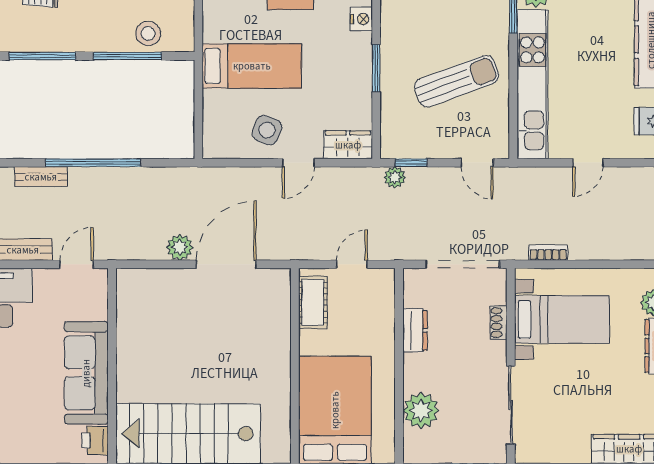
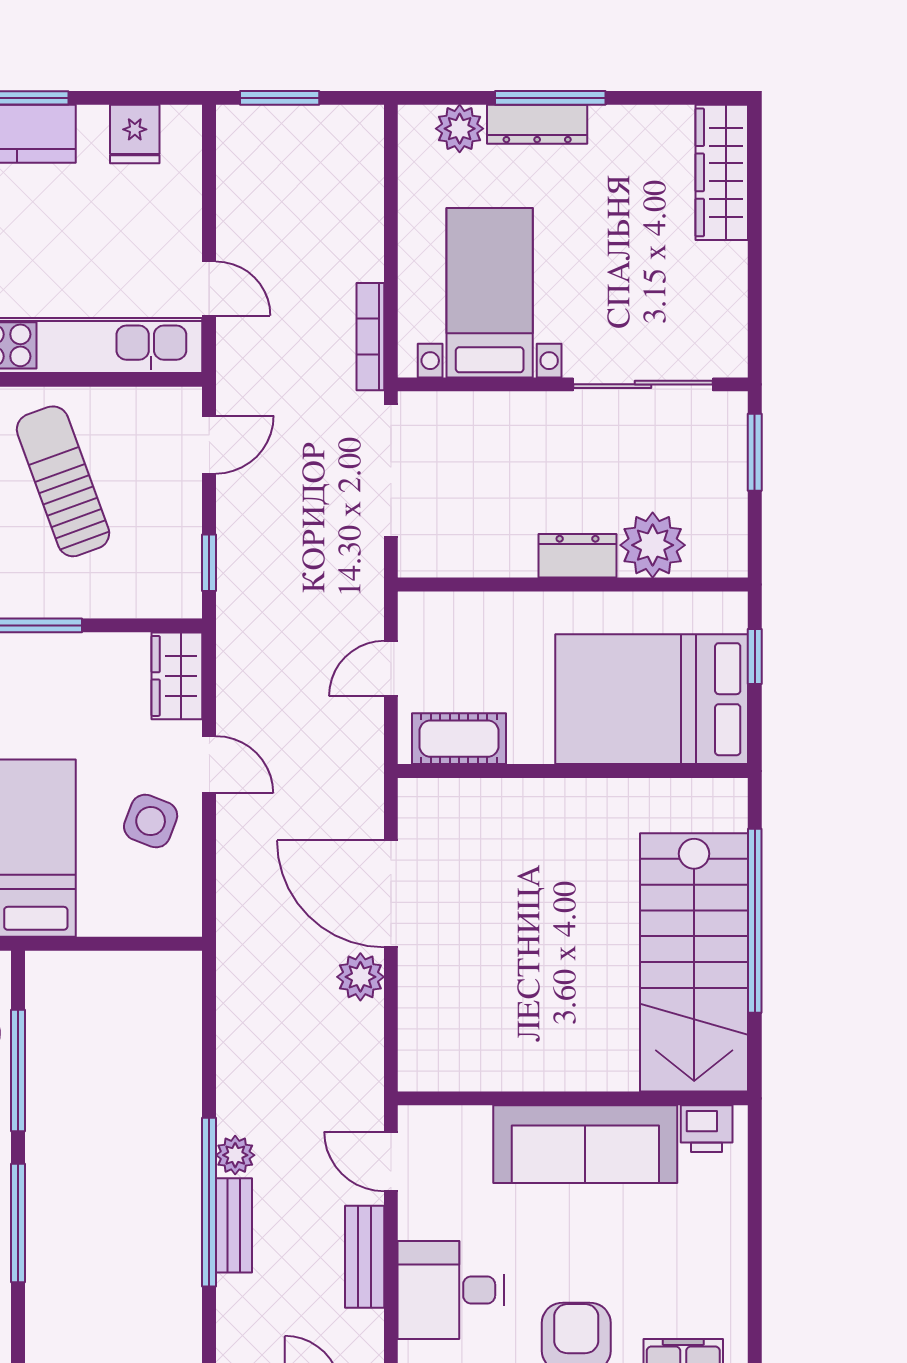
window: (93, 163) -> (209, 1202), moved
door: (588, 163) -> (209, 289), moved
plant: (395, 177) -> (235, 1155), moved
bookcase: (548, 253) -> (370, 337), width x1.56
door: (352, 264) -> (391, 669), hinge flipped
shoe rack: (499, 322) -> (495, 406), removed
dresser: (415, 330) -> (578, 556), moved

